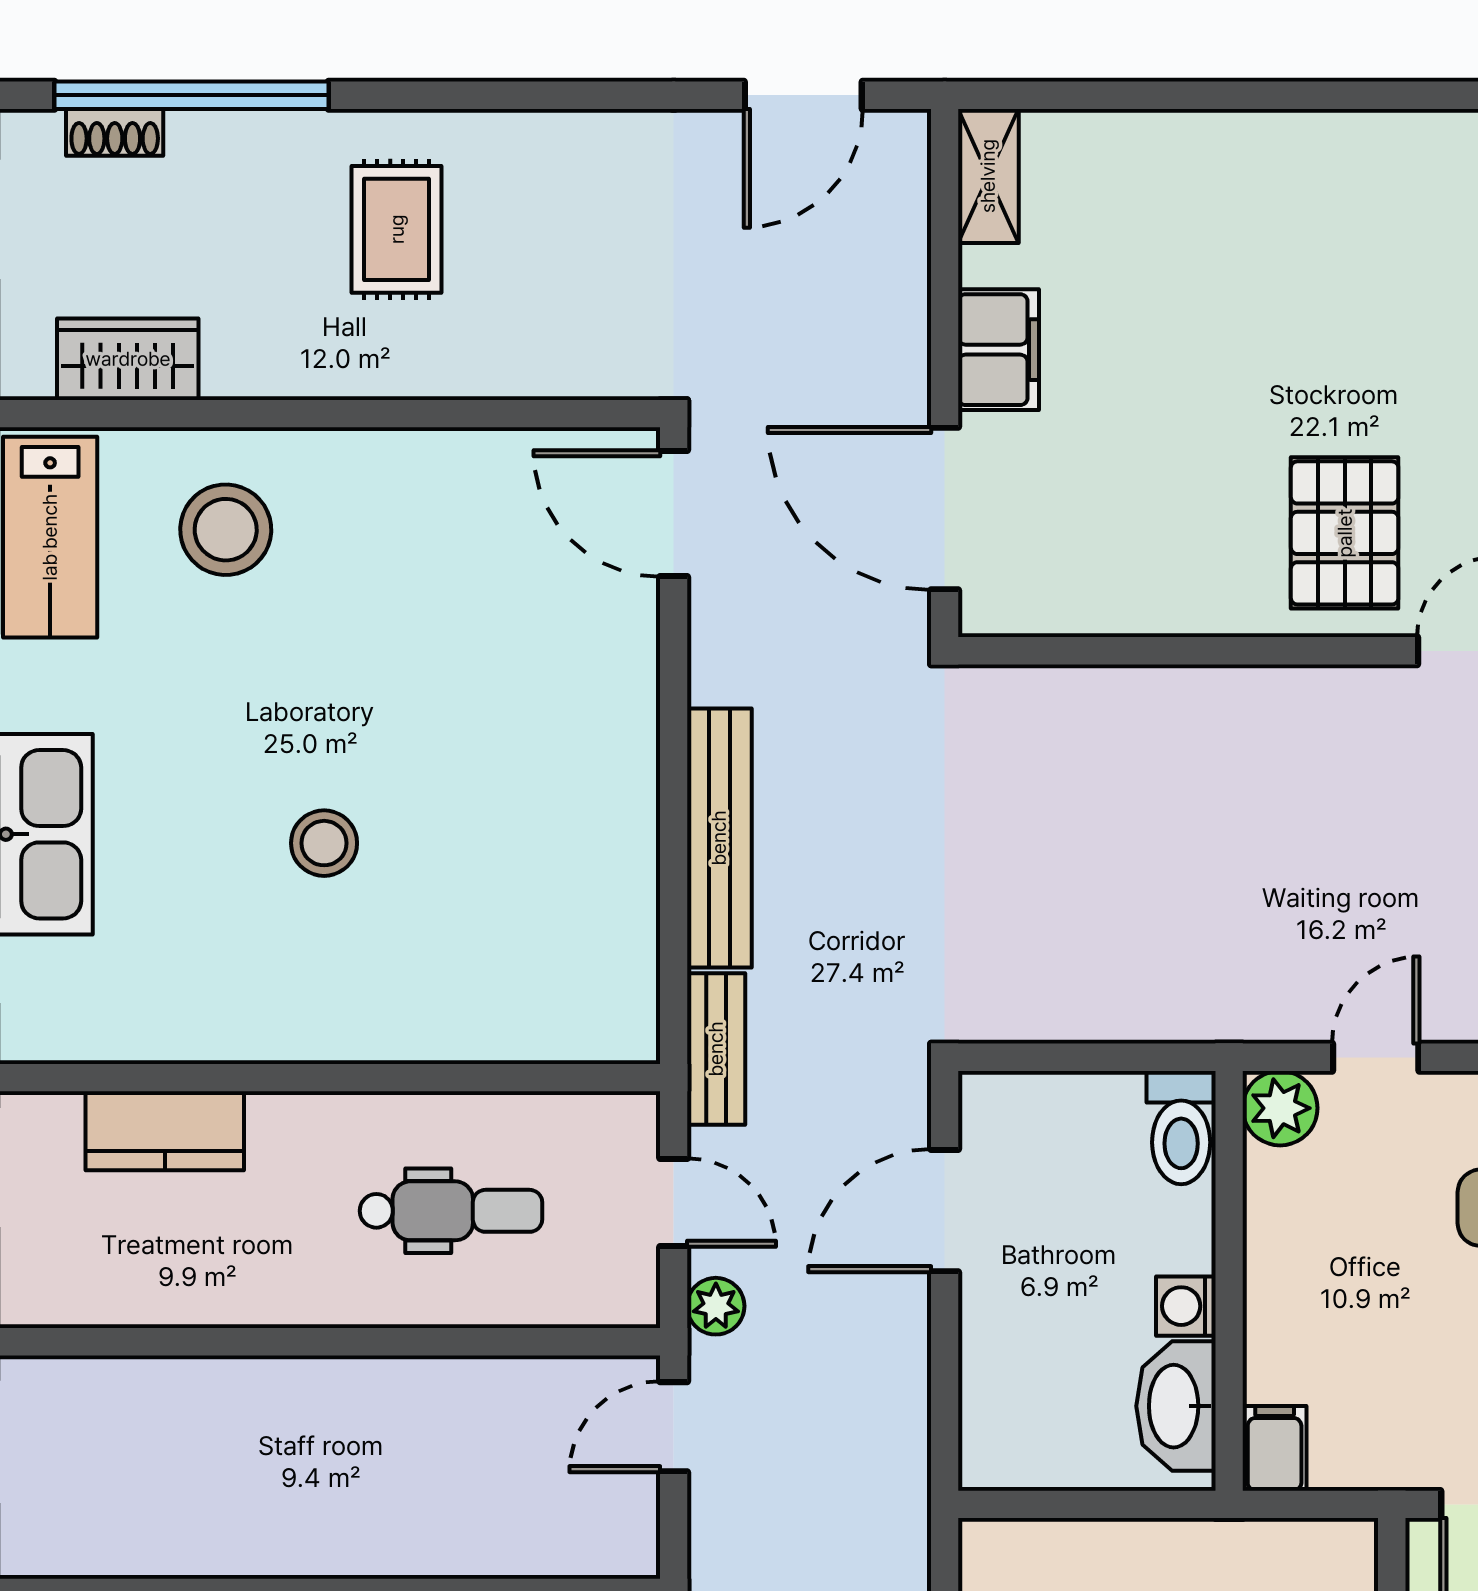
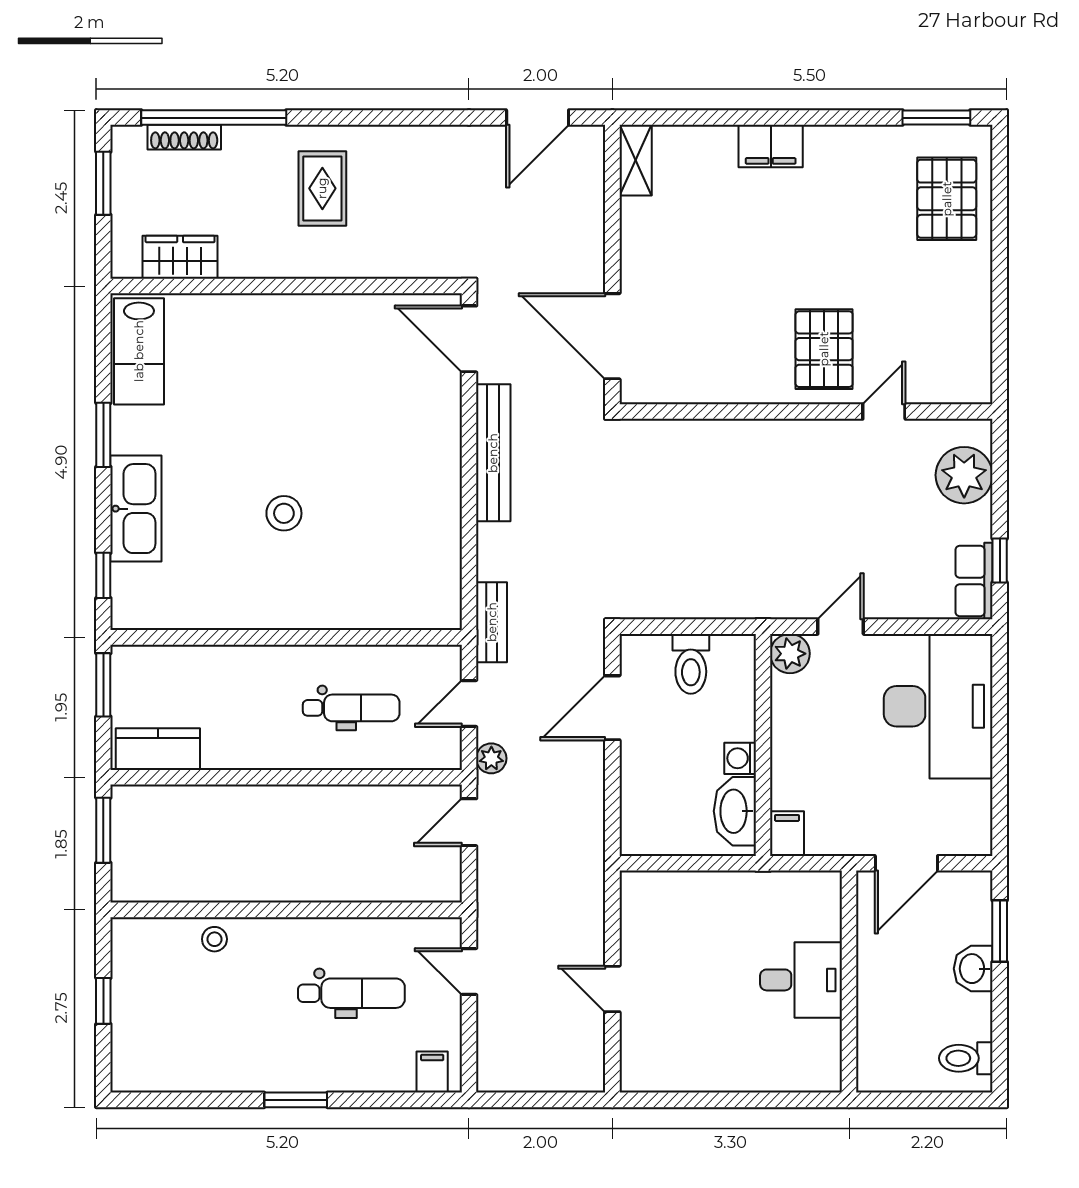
shoe rack: (115, 132) -> (184, 137), width x1.43
filing cabinet: (998, 350) -> (771, 146), moved, turned 90
stool: (226, 530) -> (232, 347), removed
bench: (719, 838) -> (493, 453), moved
toilet: (1181, 1128) -> (691, 664), moved
kitchen counter: (165, 1131) -> (158, 749), moved, turned 180
door: (674, 1202) -> (469, 703), swing flipped

